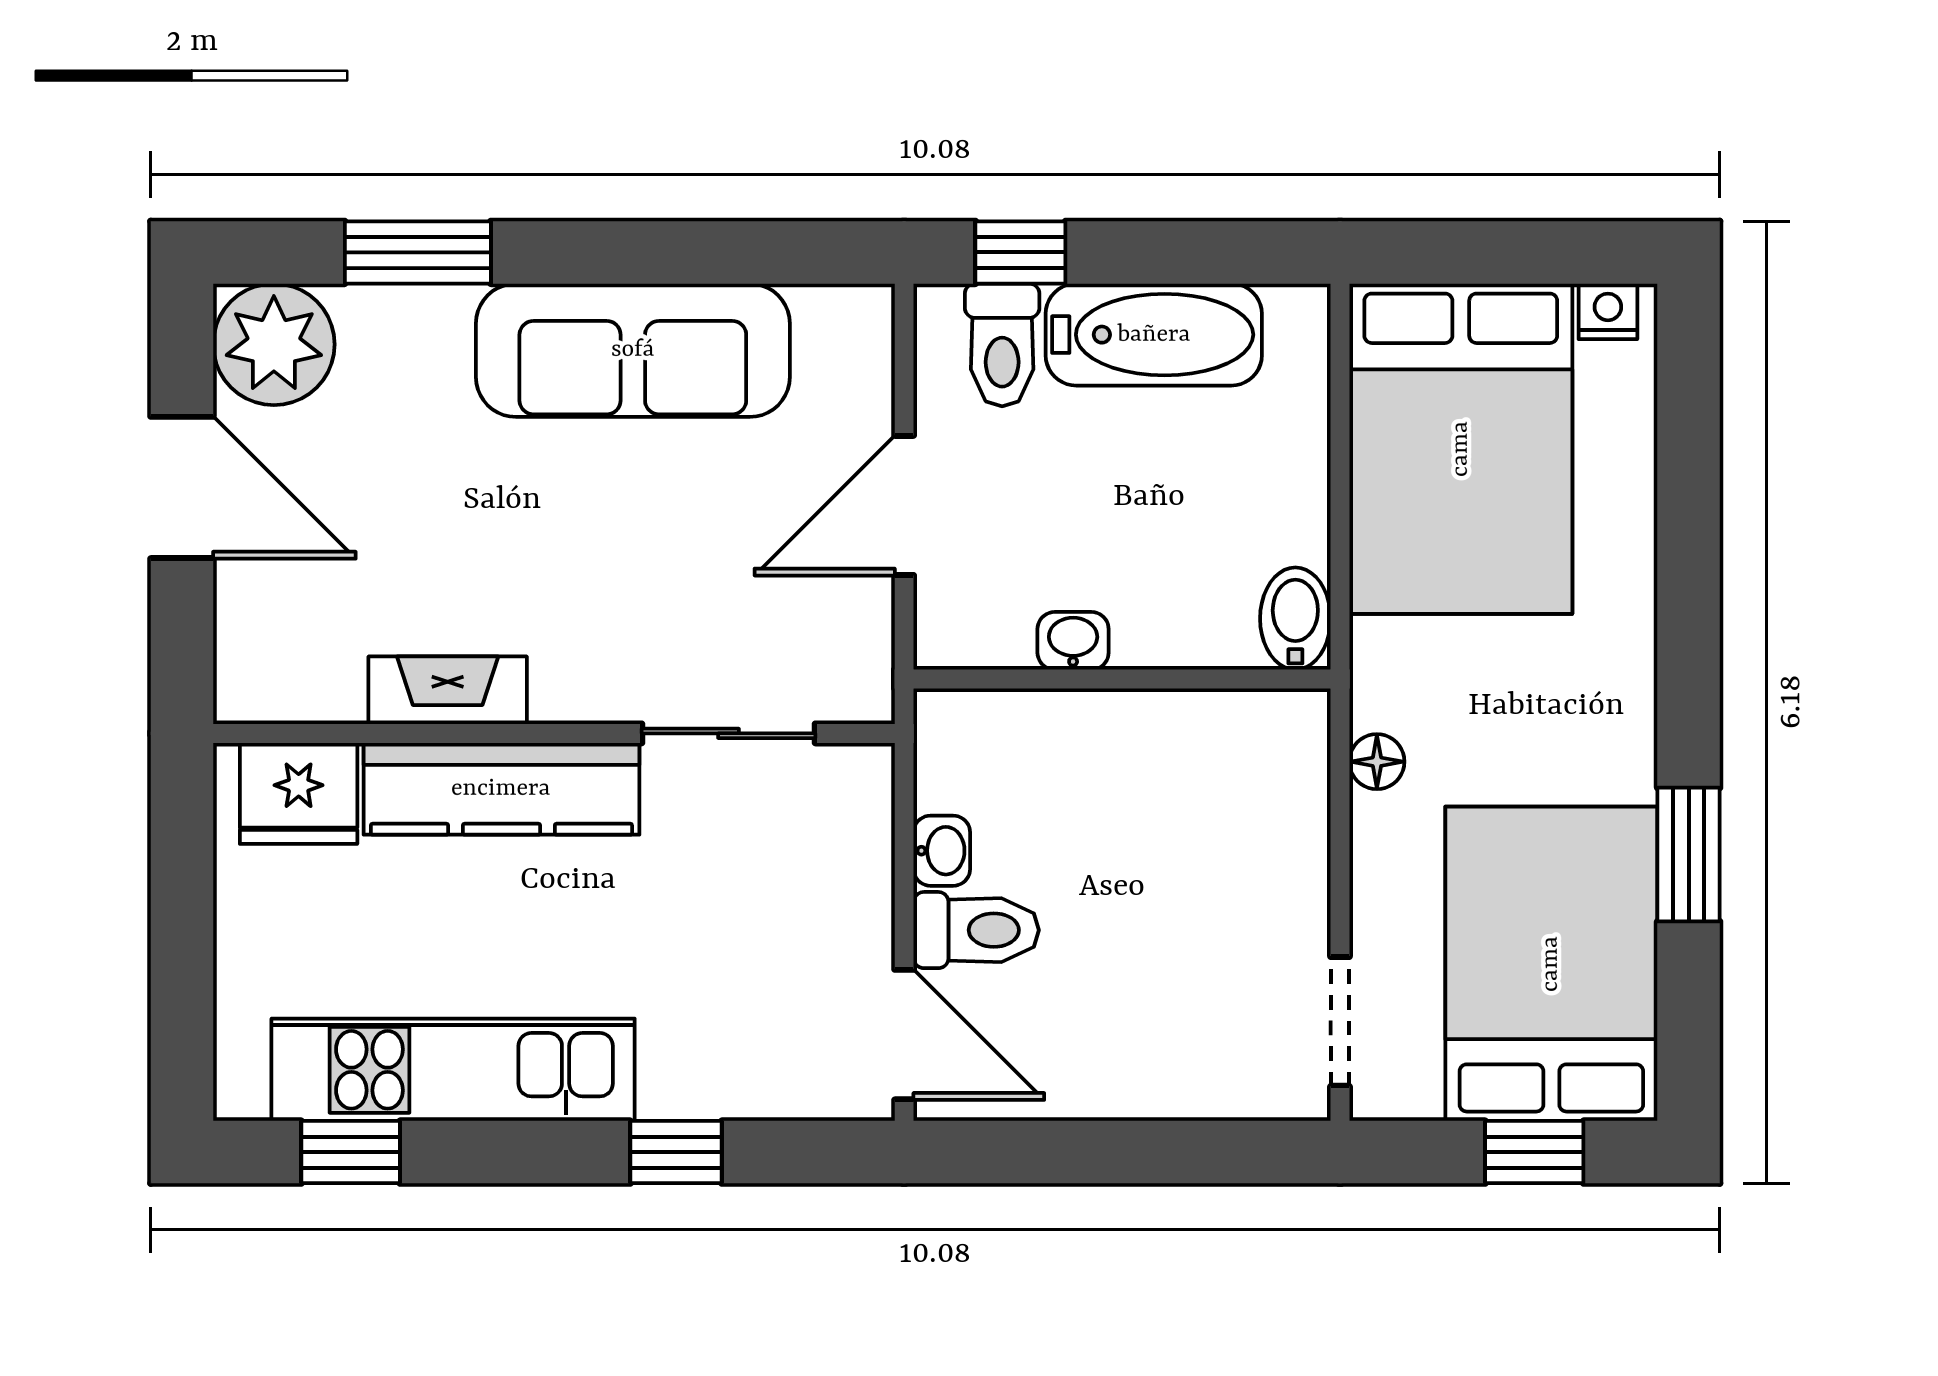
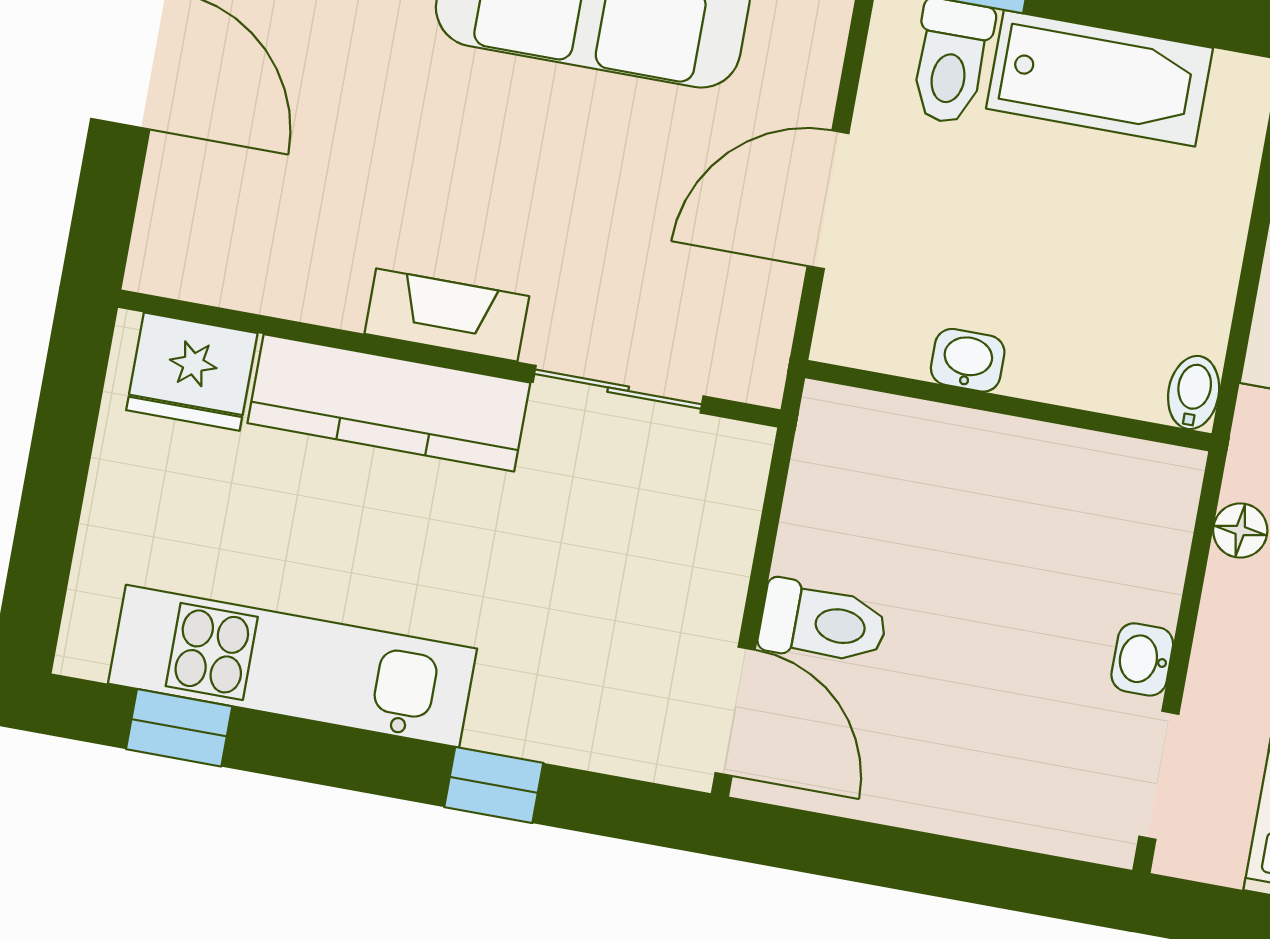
bidet: (1295, 619) -> (1194, 393), width x0.72, depth x0.74
fireplace: (448, 690) -> (447, 315), moved
washbasin: (942, 851) -> (1142, 659), moved, turned 180

